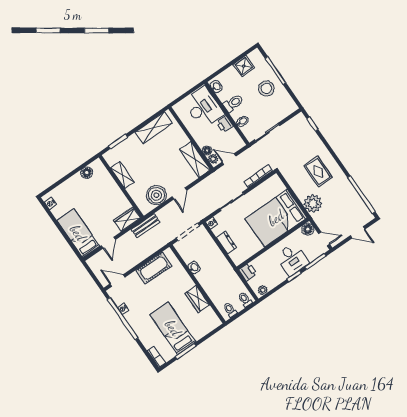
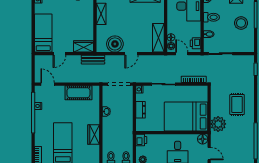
printer: (225, 124) -> (195, 43), moved

